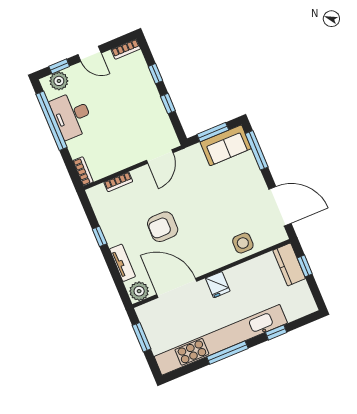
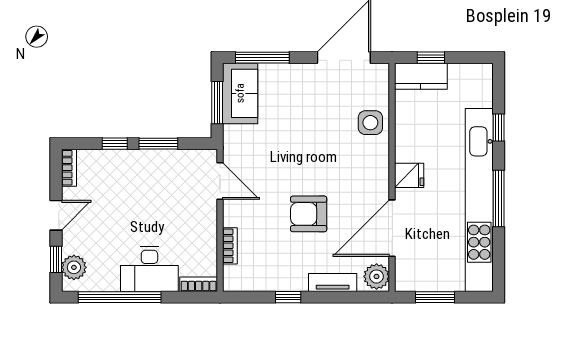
window: (168, 104) -> (158, 144), width x1.50
desk: (72, 115) -> (149, 269), moved
armchair: (163, 227) -> (309, 214), turned 90

